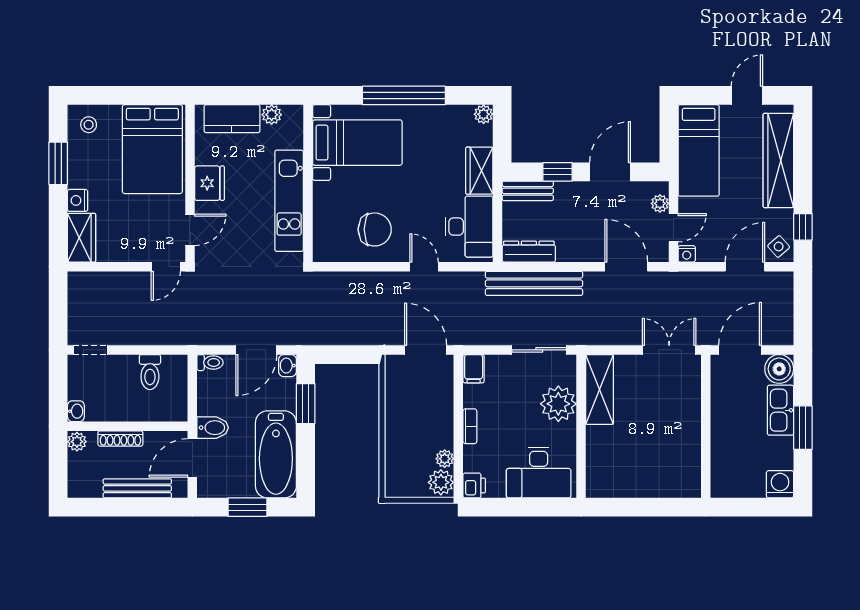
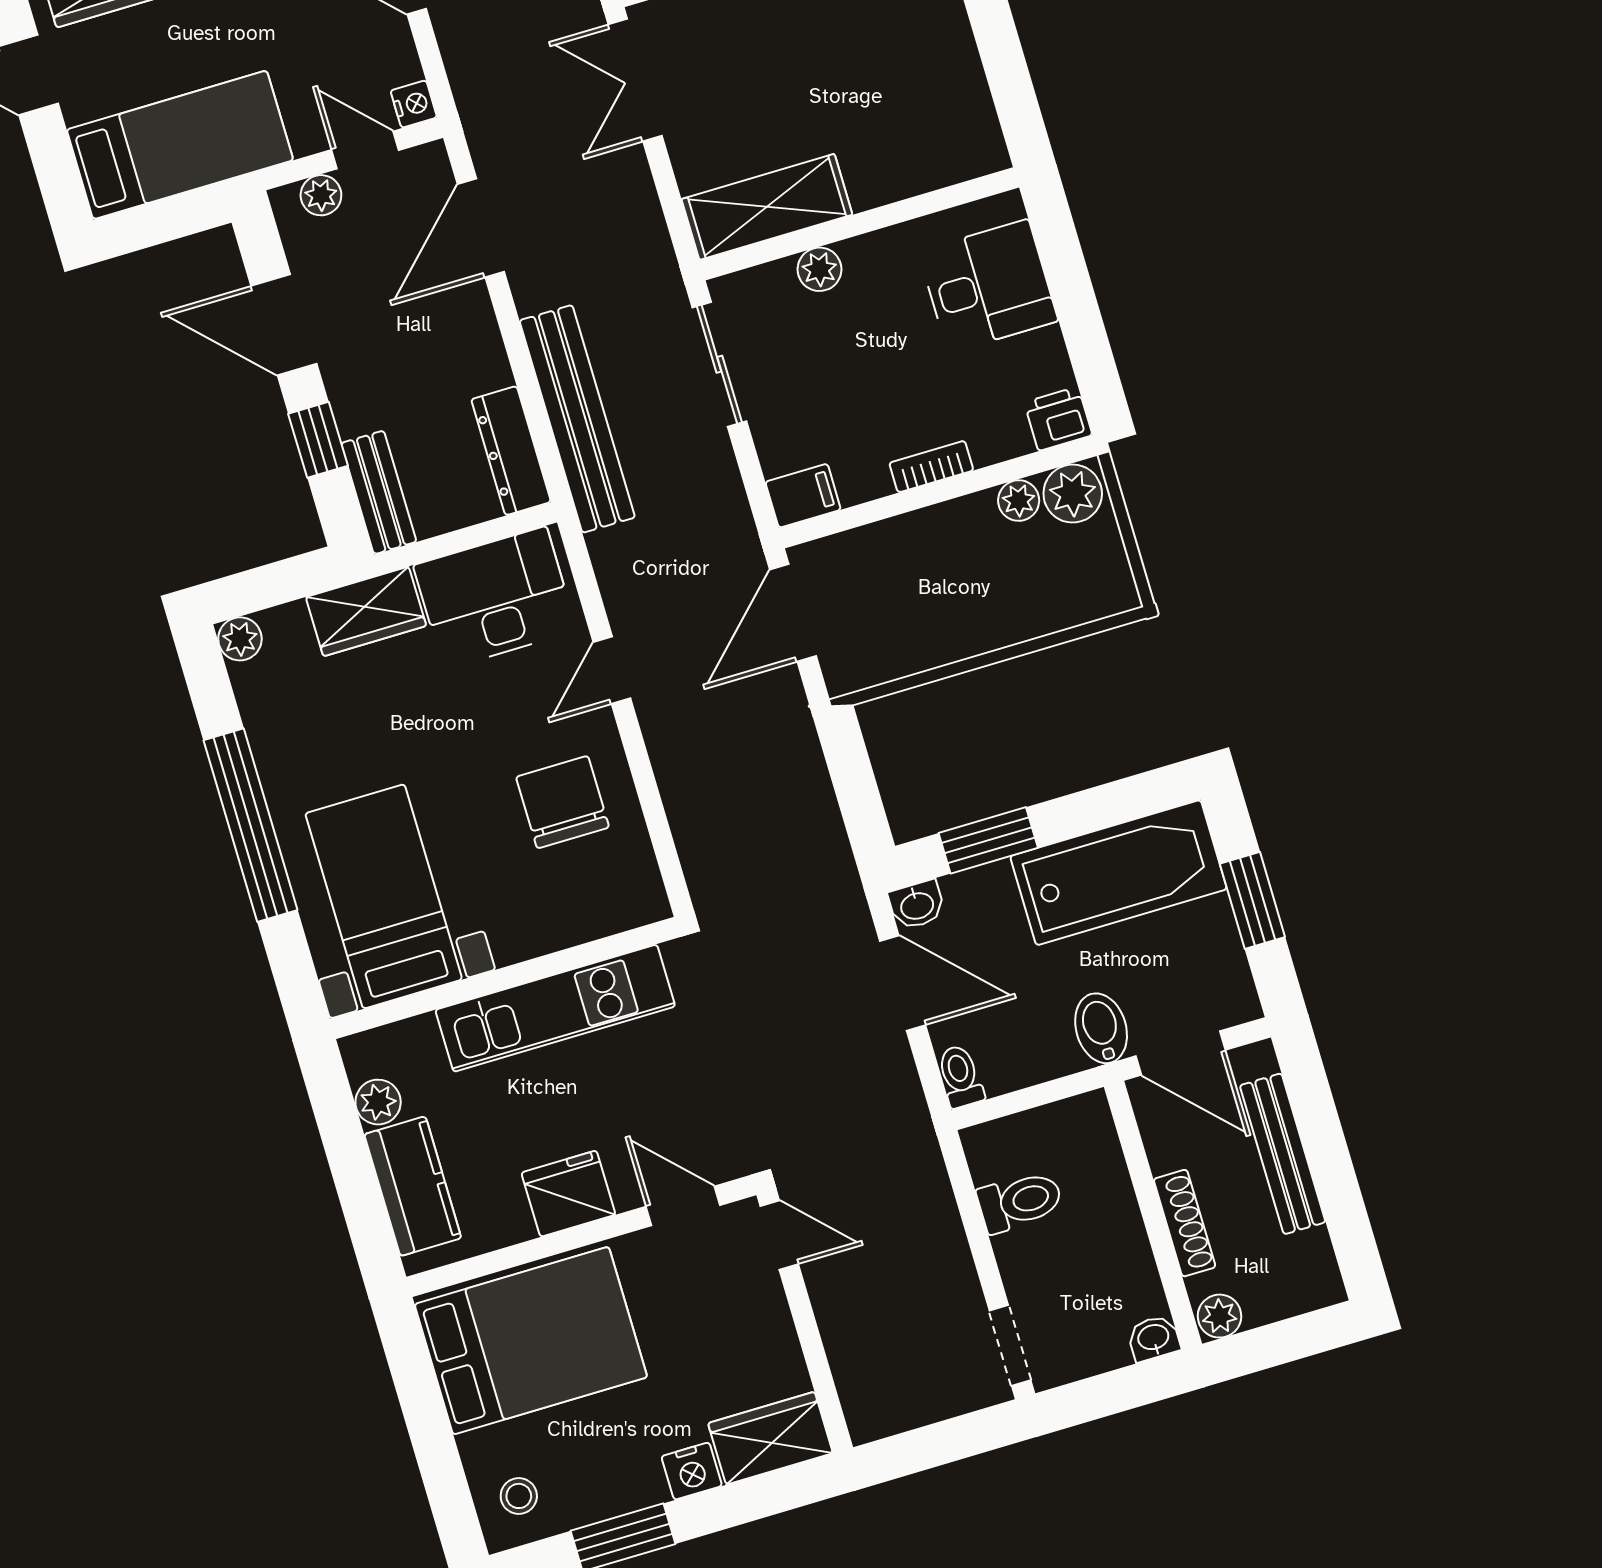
plant: (558, 404) -> (819, 269), width x0.53, depth x0.53
desk: (539, 473) -> (988, 286), width x0.73

